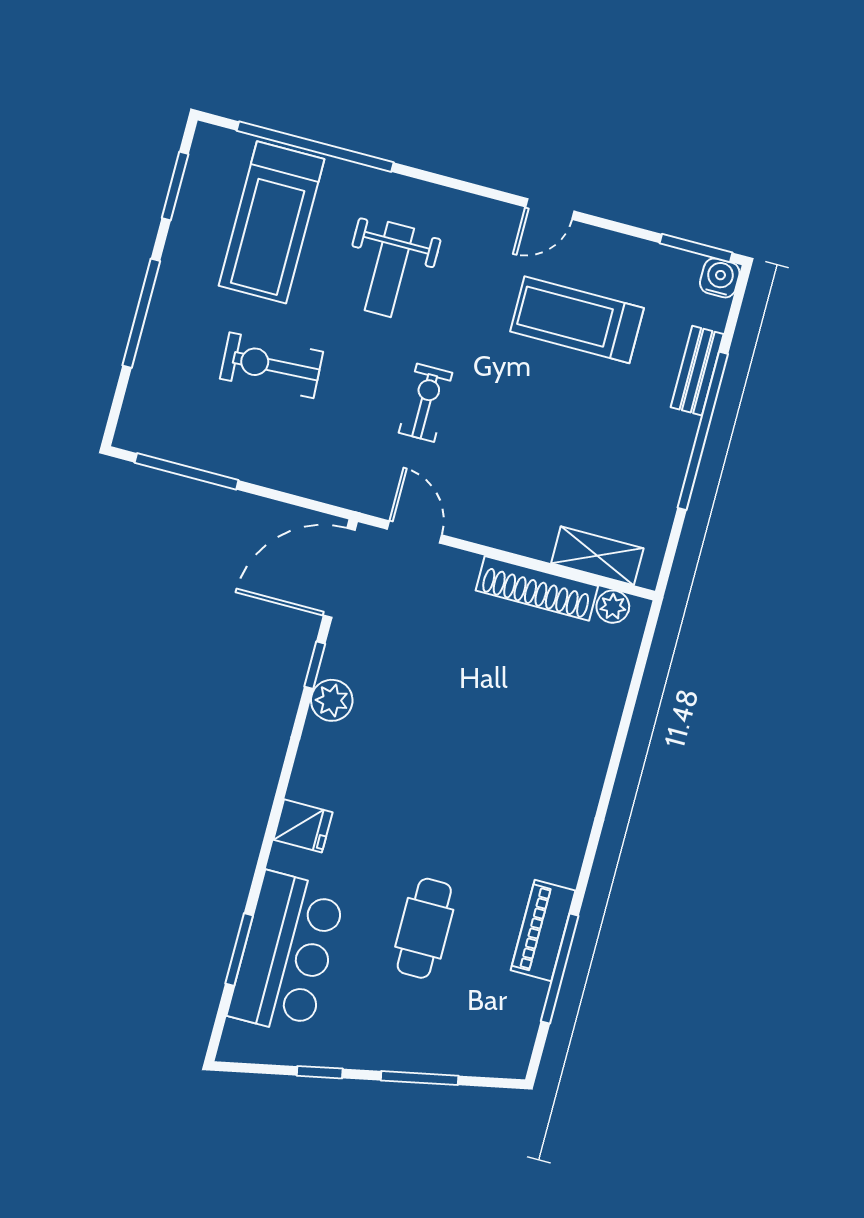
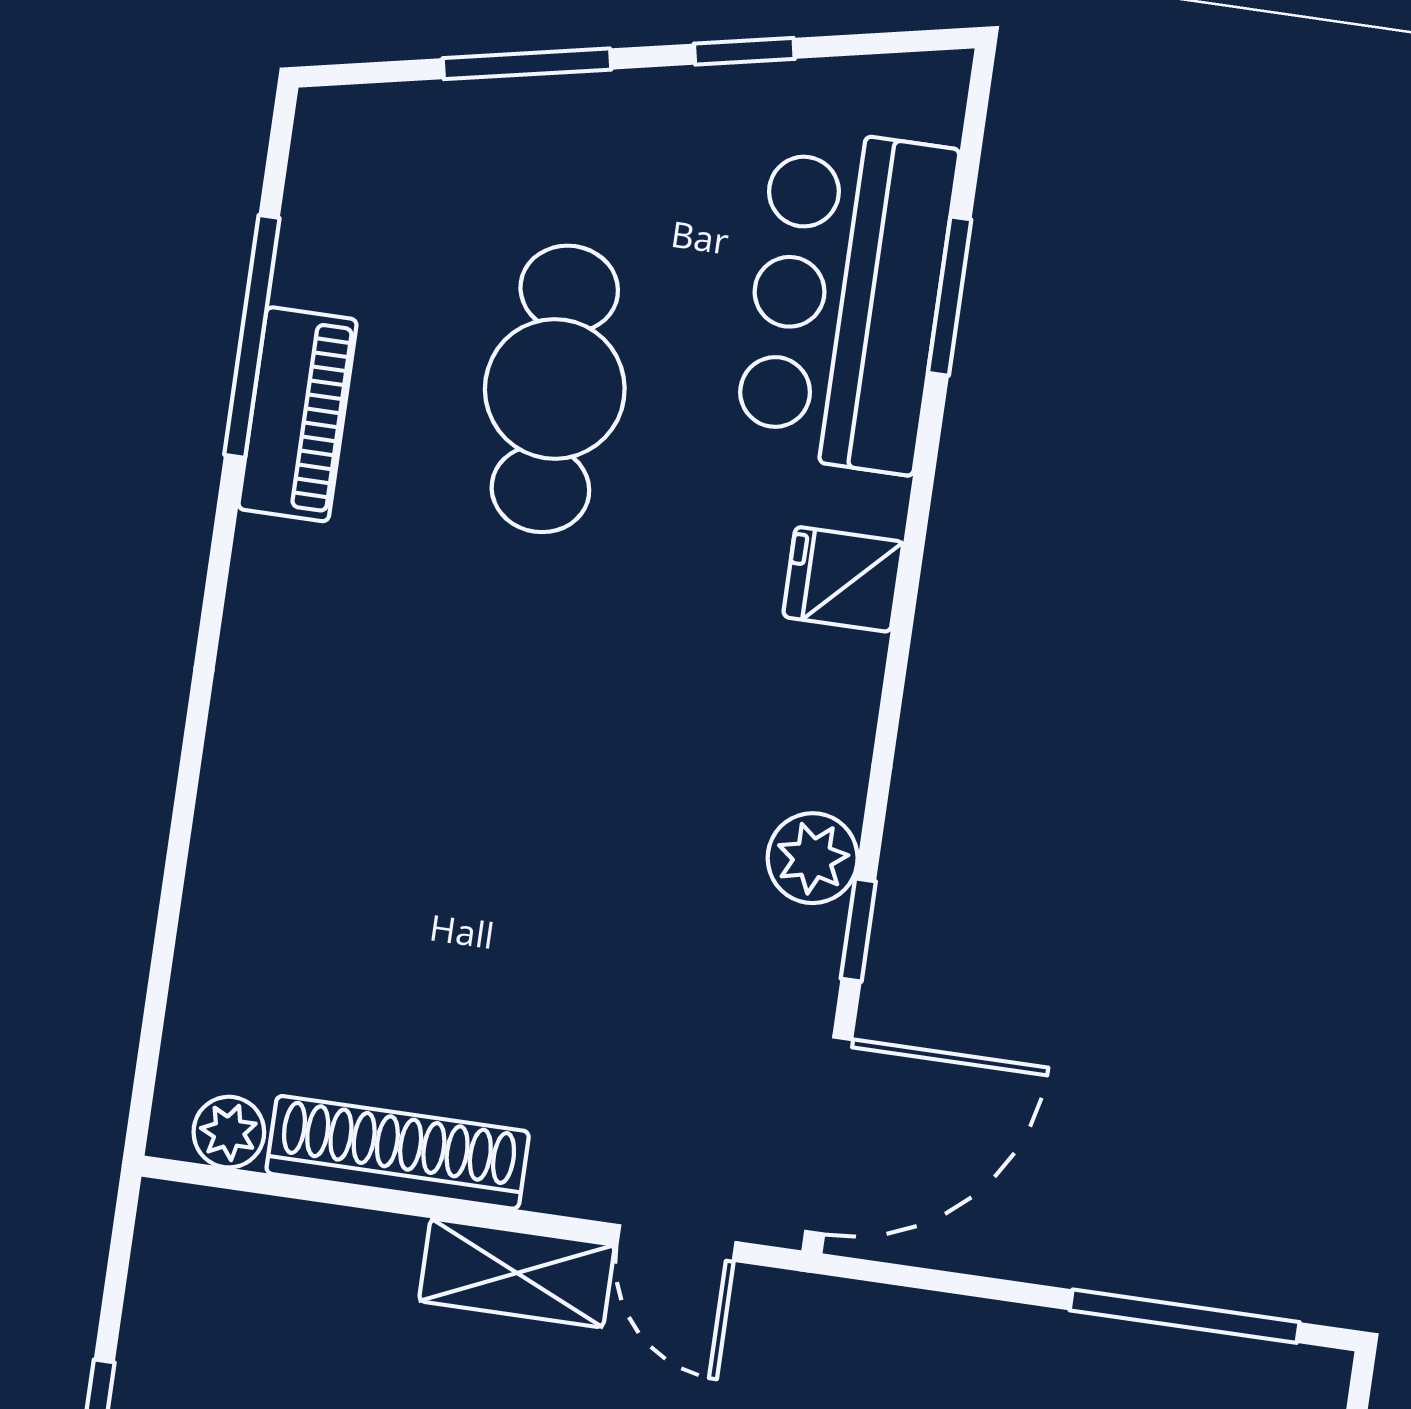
shelving: (597, 556) -> (517, 1273), moved
cafe table: (424, 928) -> (555, 389), width x1.37, depth x1.35

